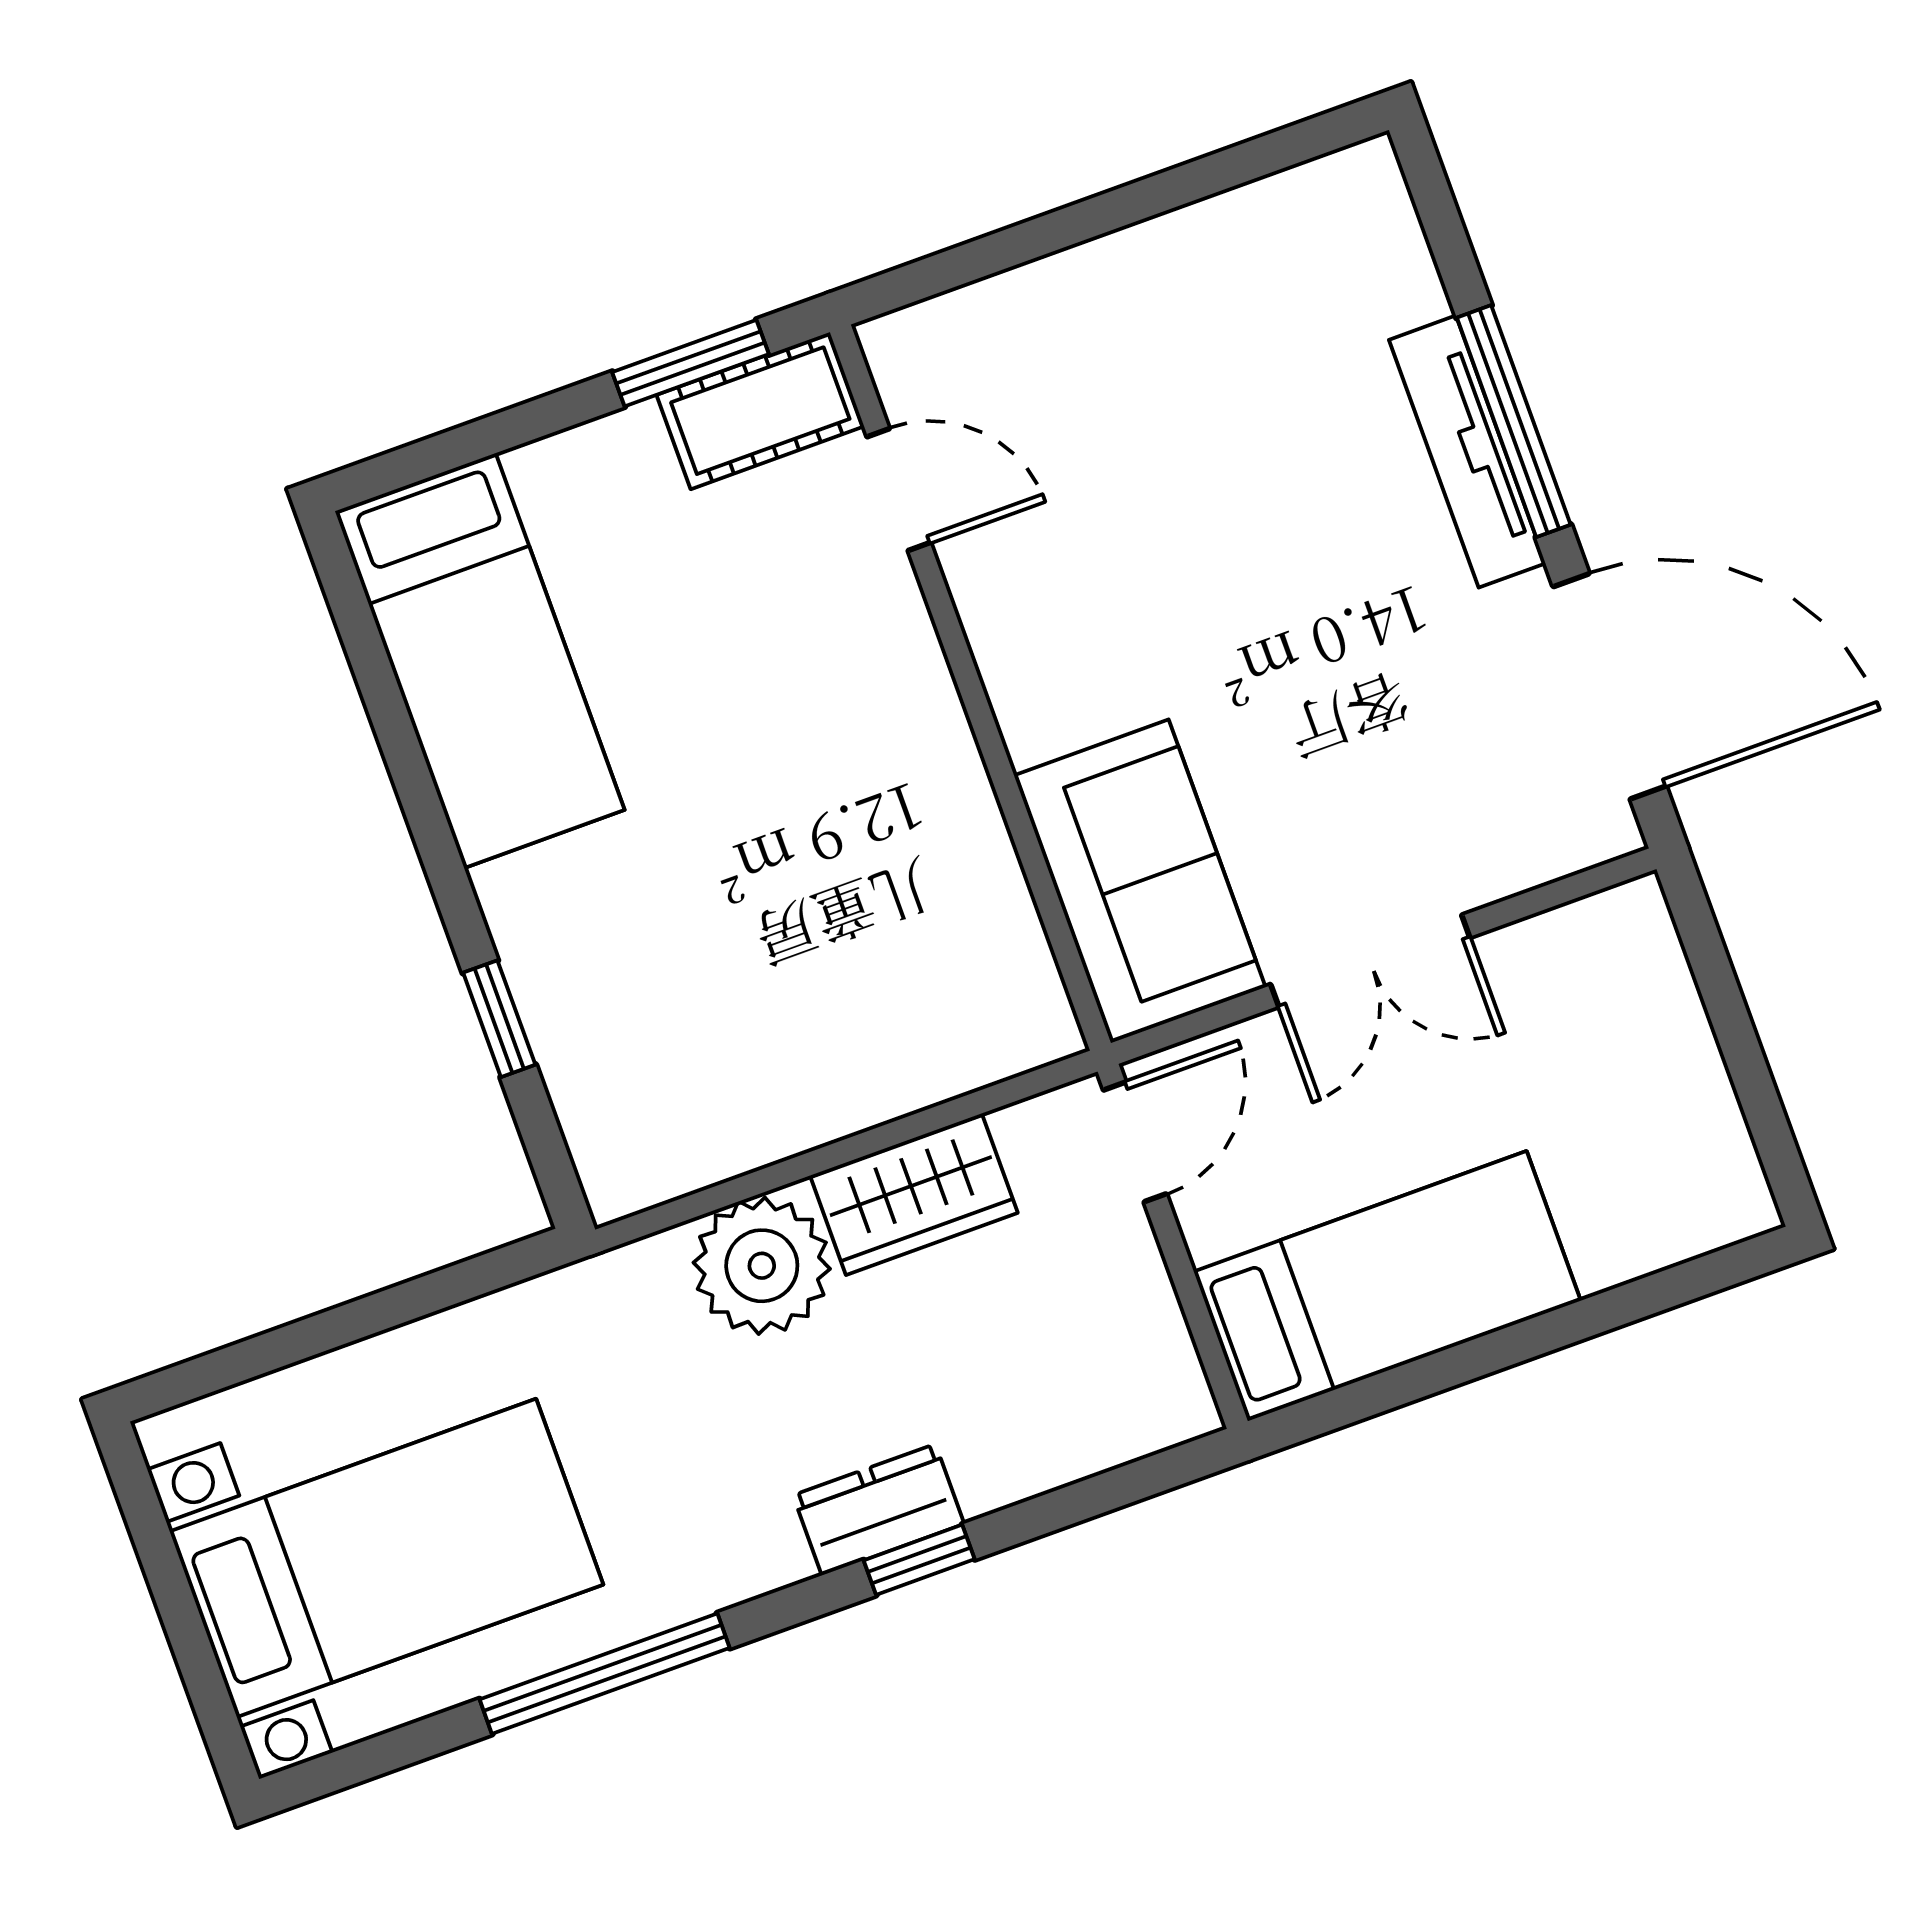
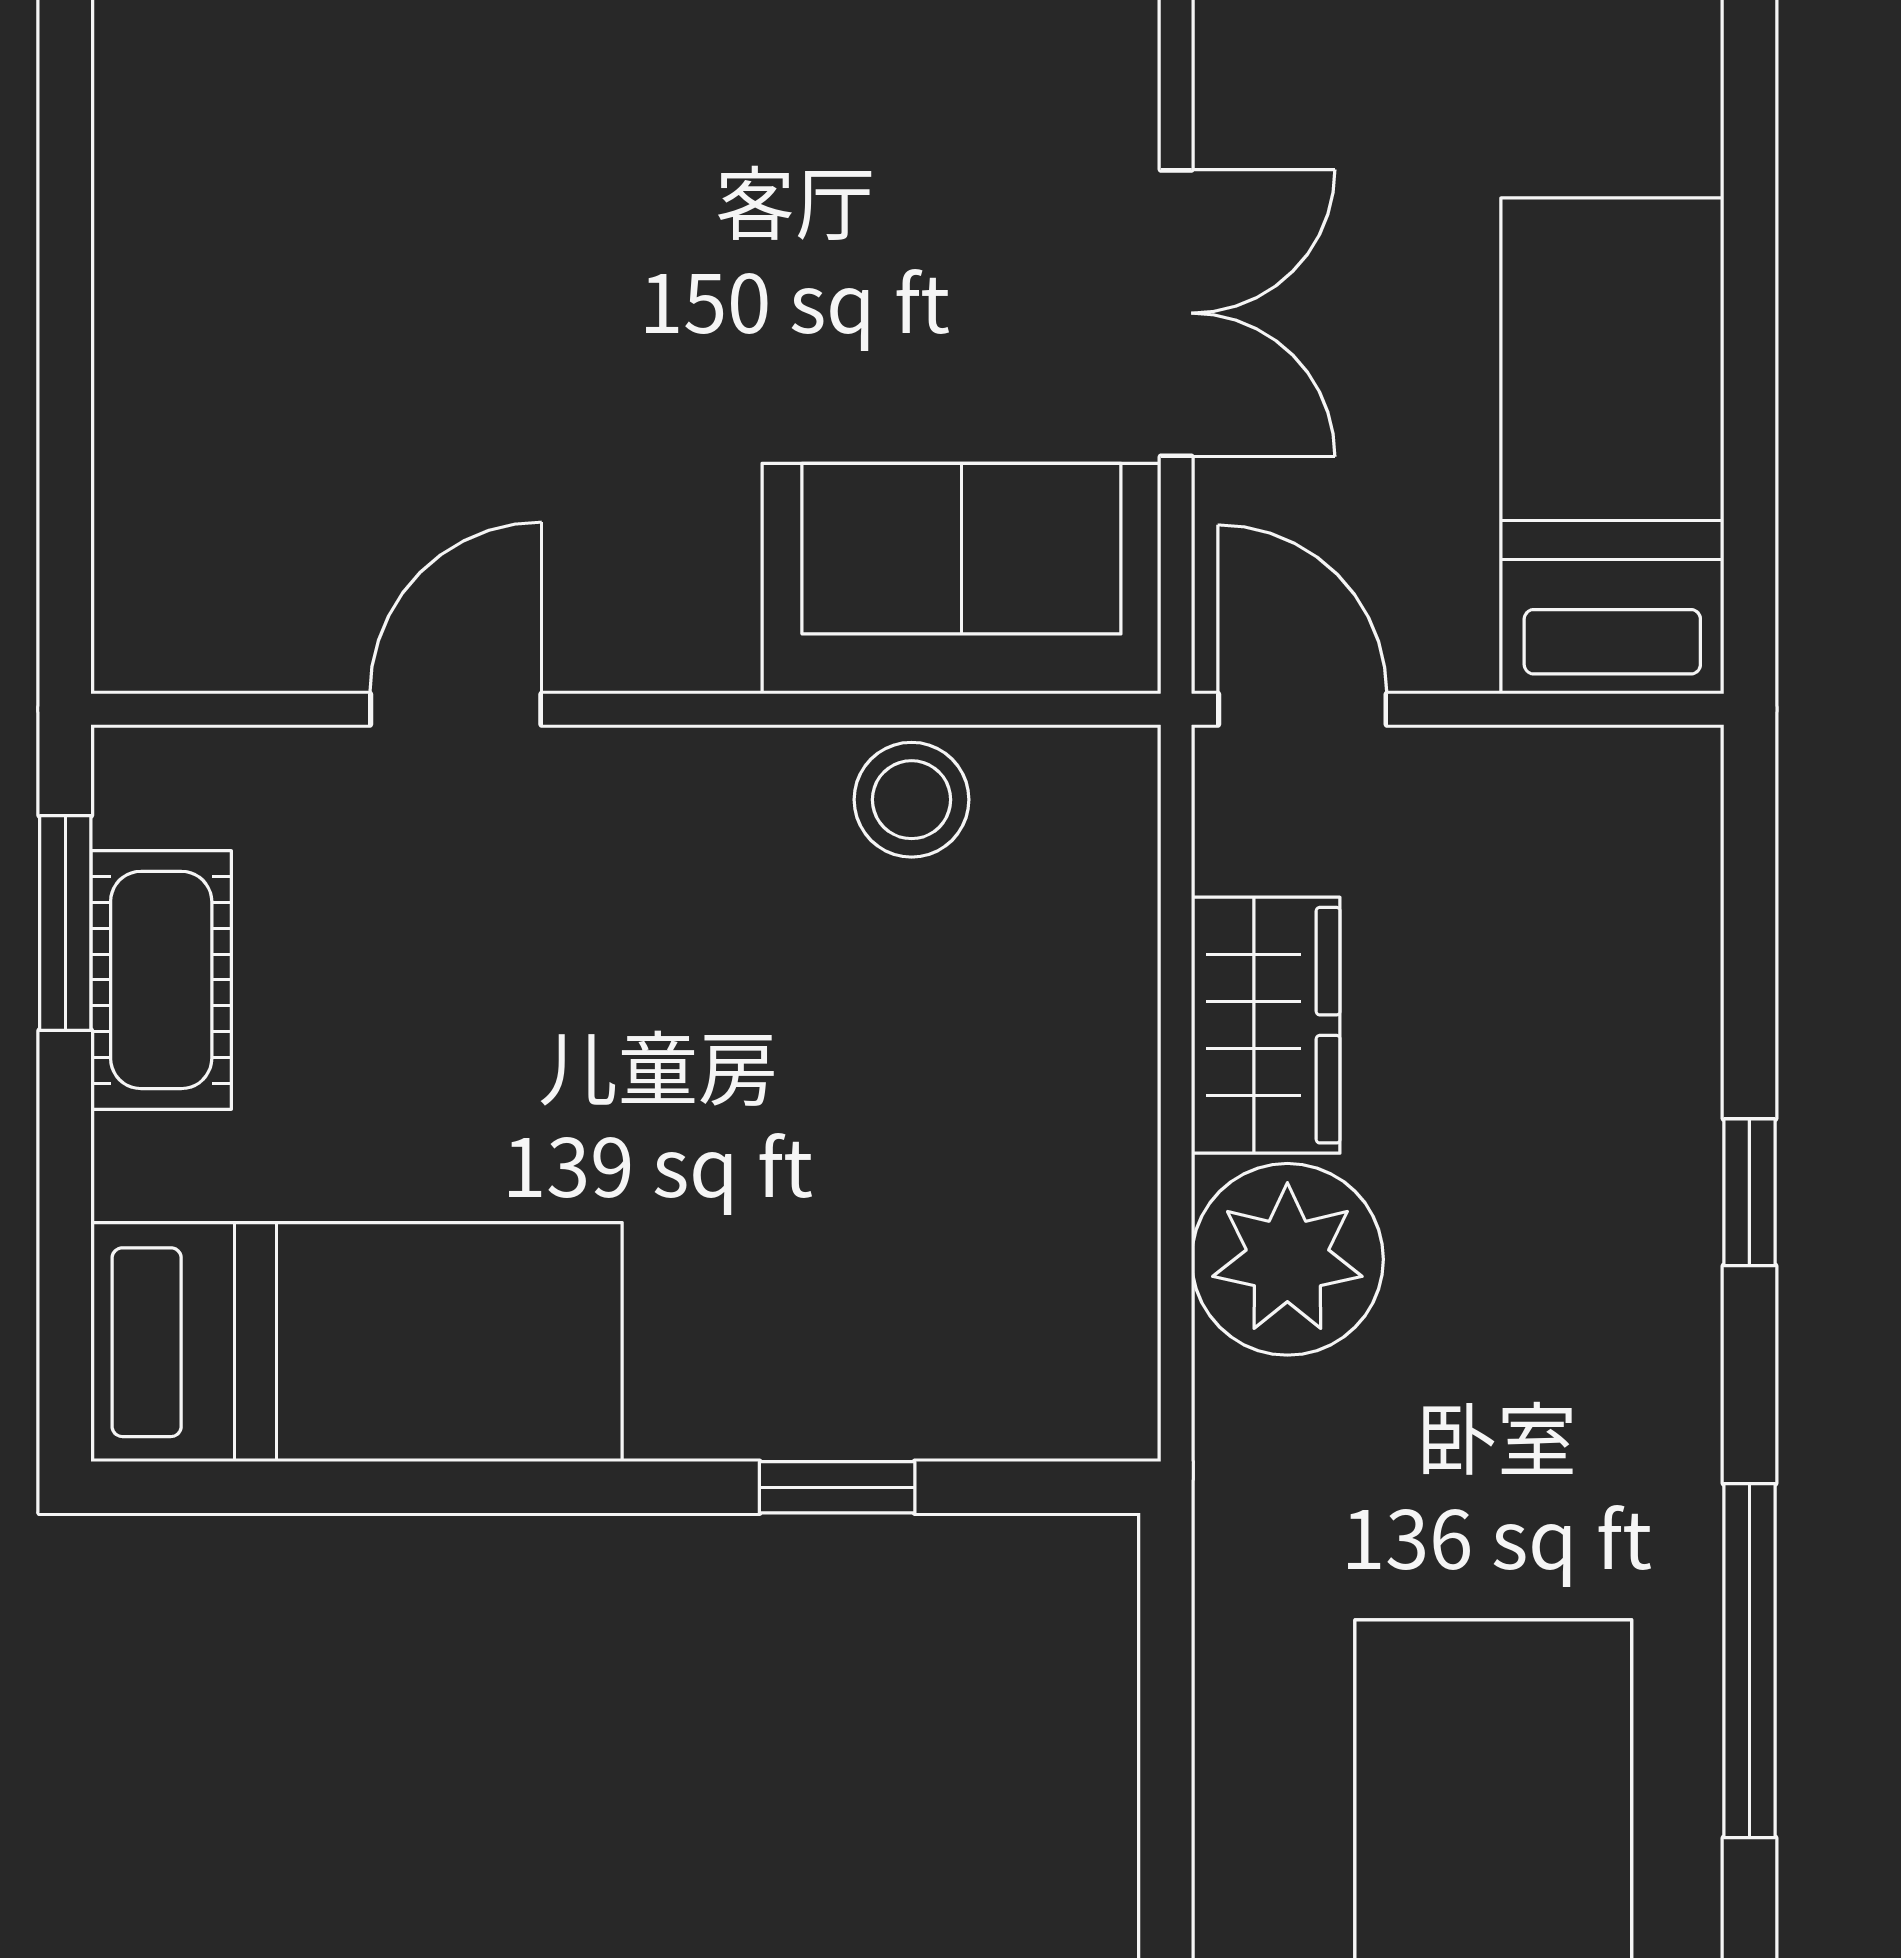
cot: (760, 411) -> (161, 980), moved
door: (899, 490) -> (456, 709), moved
stool: (979, 901) -> (912, 800), added
dresser: (879, 1510) -> (1664, 1222), removed

